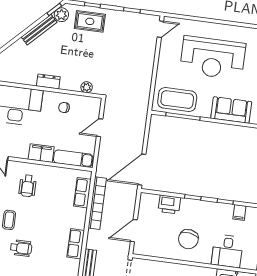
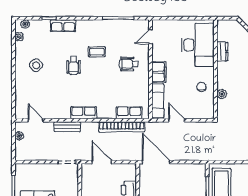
dresser: (48, 81) -> (222, 52), moved
plant: (87, 87) -> (222, 94), moved
door: (100, 128) -> (177, 120), moved

